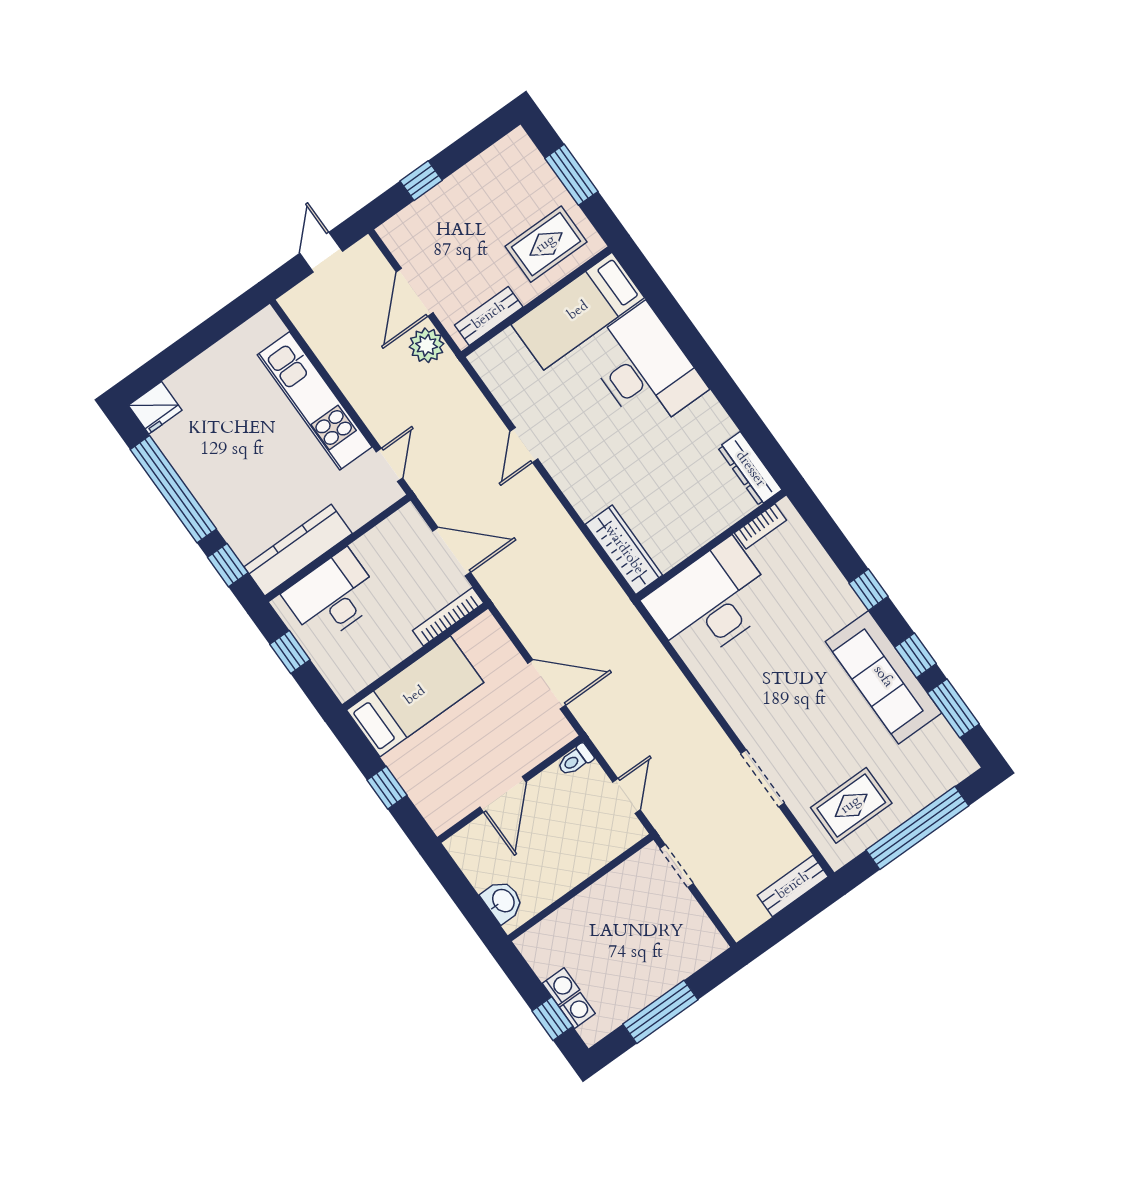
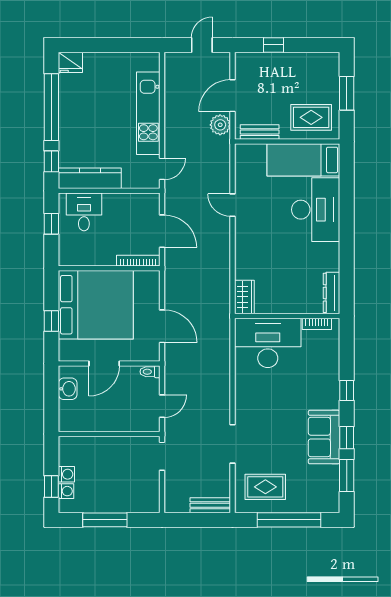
door: (524, 445) -> (233, 205), hinge flipped
wardrobe: (624, 550) -> (244, 297), width x0.67
desk: (333, 597) -> (84, 212), width x0.73
sofa: (883, 677) -> (324, 437), width x0.73
bed: (415, 696) -> (96, 305), width x2.04
washbasin: (503, 901) -> (68, 389), moved

